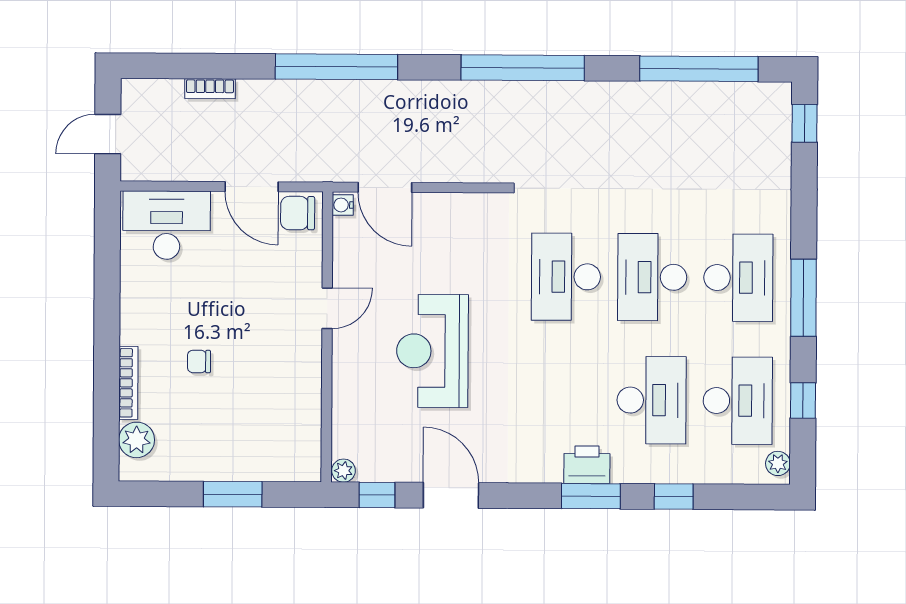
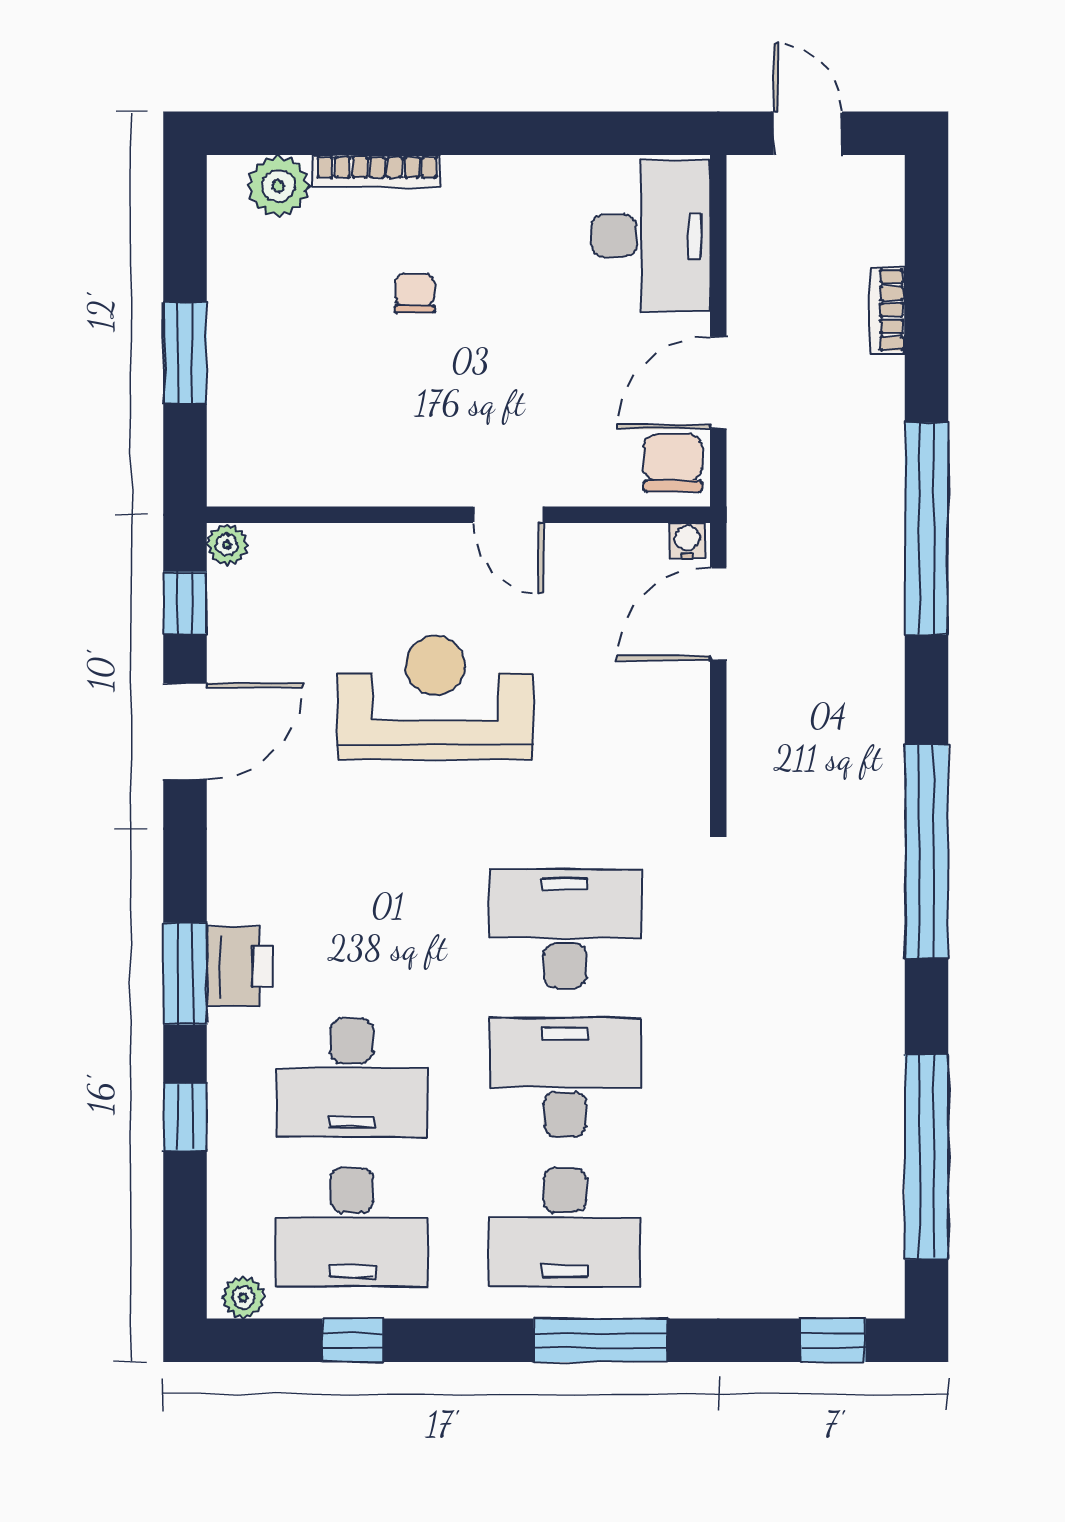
window: (804, 298) -> (601, 1340), moved

